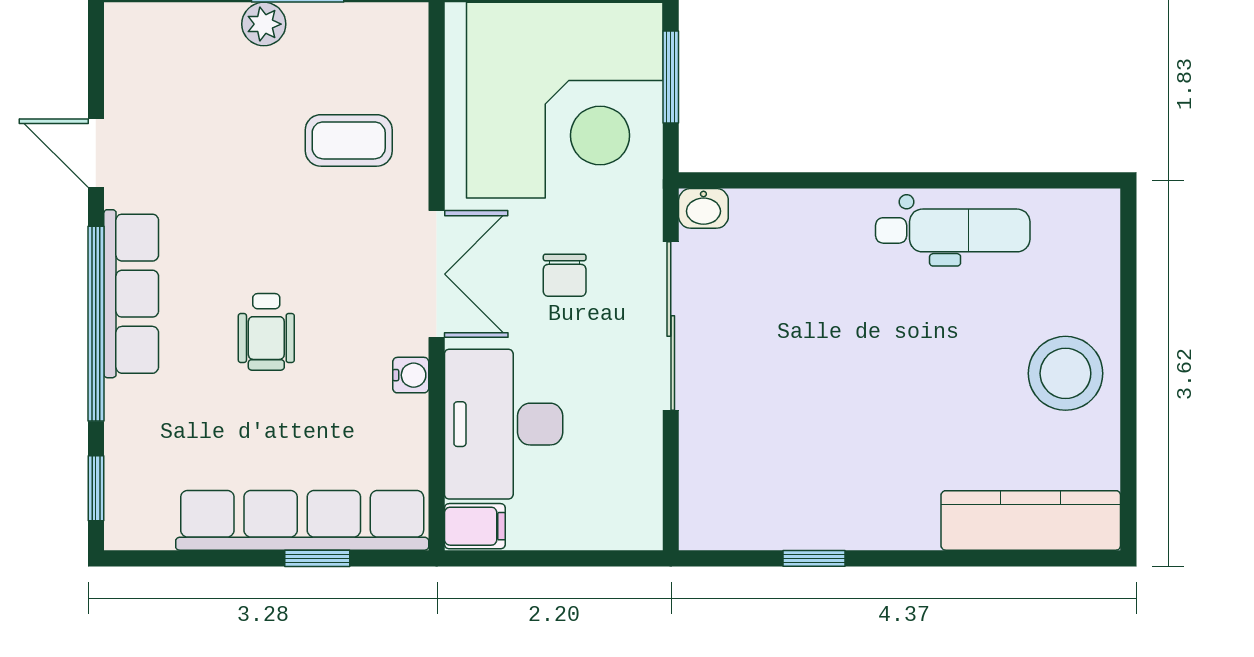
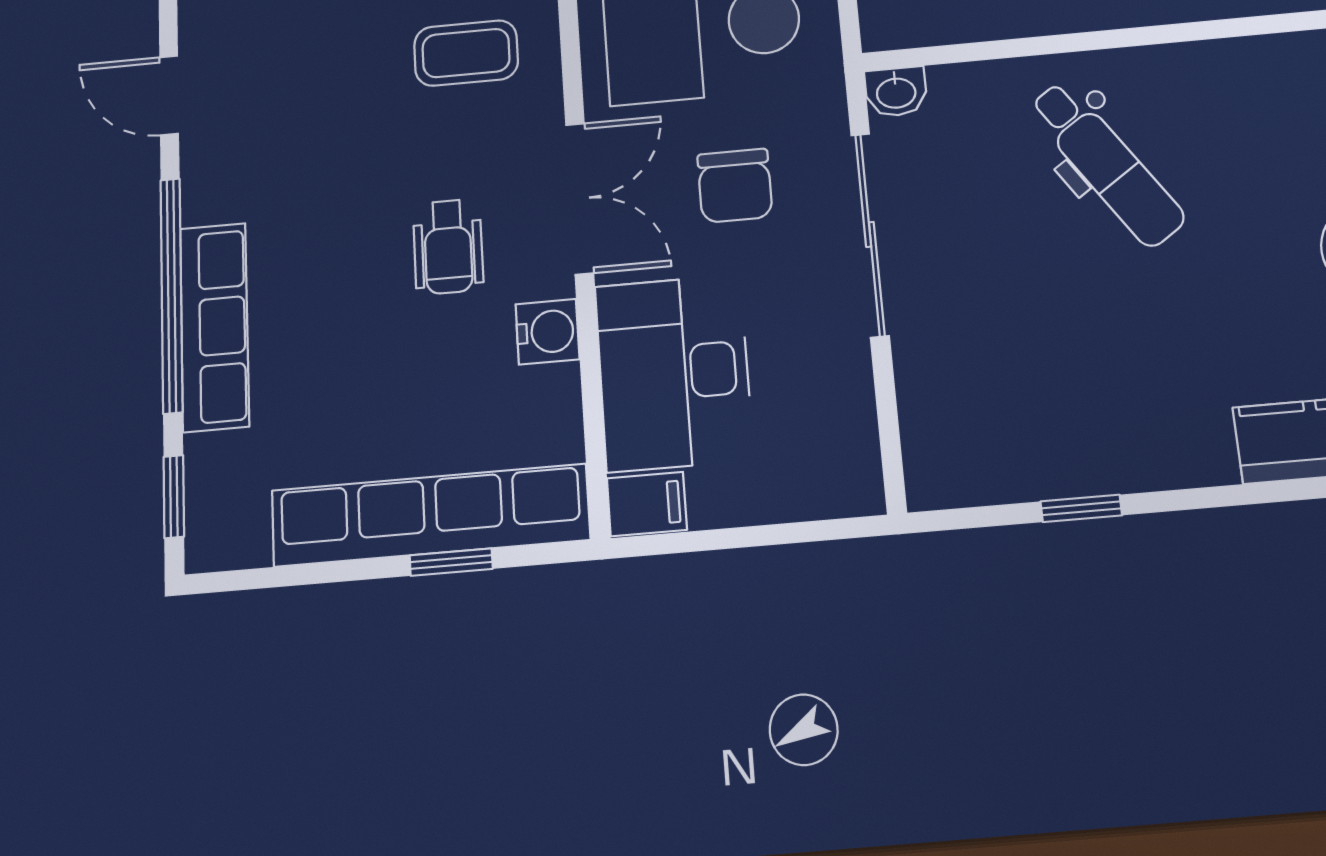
dental chair: (953, 230) -> (1106, 164), moved, turned 56
chair: (565, 275) -> (735, 186), width x1.37, depth x1.37
row of seats: (131, 294) -> (214, 327), moved
wheelchair: (266, 332) -> (448, 247), moved
water cooler: (411, 375) -> (547, 332), width x1.38, depth x1.38

